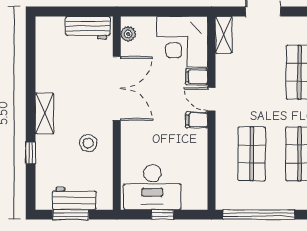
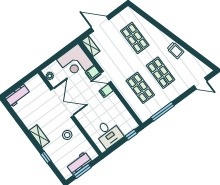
workbench: (88, 28) -> (18, 96), moved
desk: (152, 187) -> (108, 134), width x0.73
window: (163, 215) -> (131, 135), moved
window: (259, 215) -> (162, 111), width x0.68

